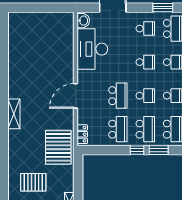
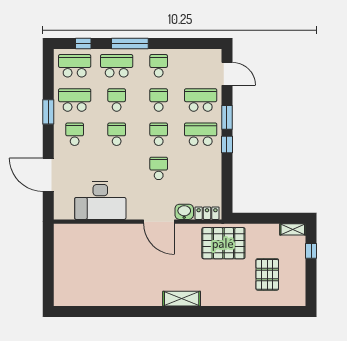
washbasin: (83, 21) -> (184, 212), moved
school desk: (118, 96) -> (159, 168), width x0.54
school desk: (118, 129) -> (201, 168), removed

